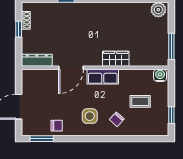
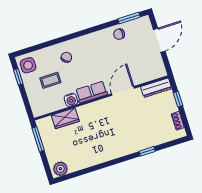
window: (19, 29) -> (178, 99), moved
wardrobe: (116, 59) -> (65, 118), moved
water cooler: (160, 75) -> (71, 100), moved
side table: (90, 116) -> (28, 65), moved

